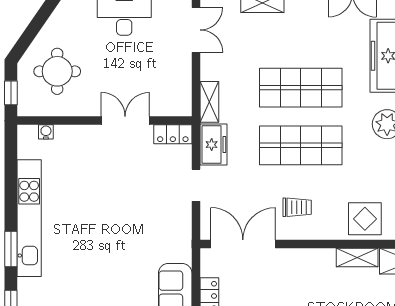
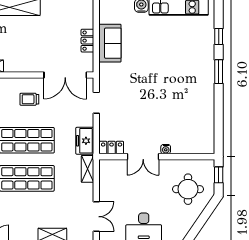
double door: (196, 30) -> (96, 217), swing flipped
water cooler: (46, 132) -> (166, 149), moved
doorway: (196, 185) -> (96, 103), moved
kitchen unit: (29, 218) -> (207, 92), removed

